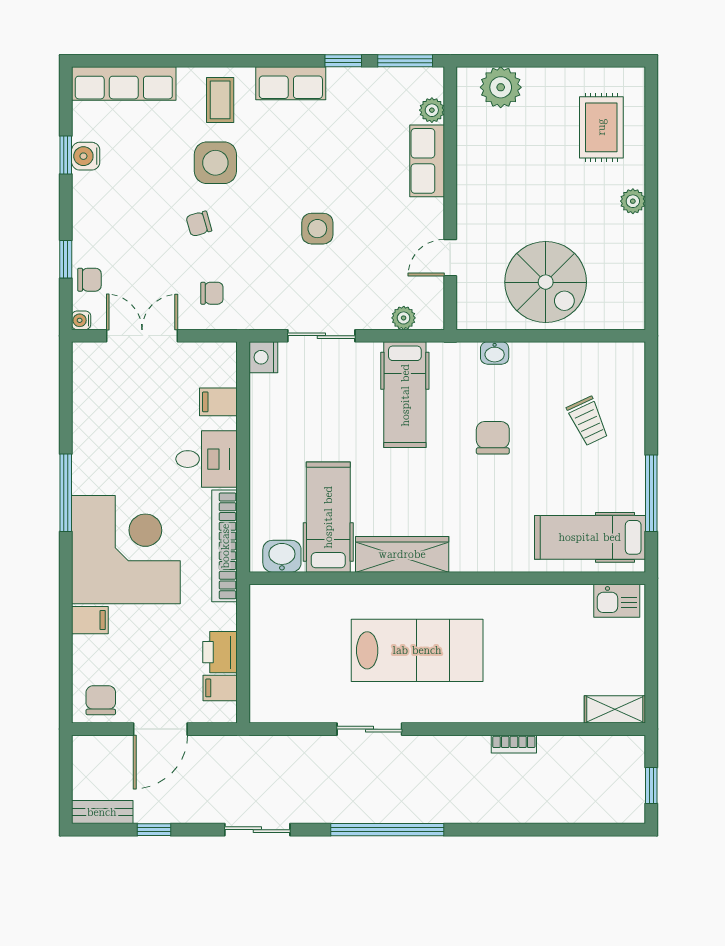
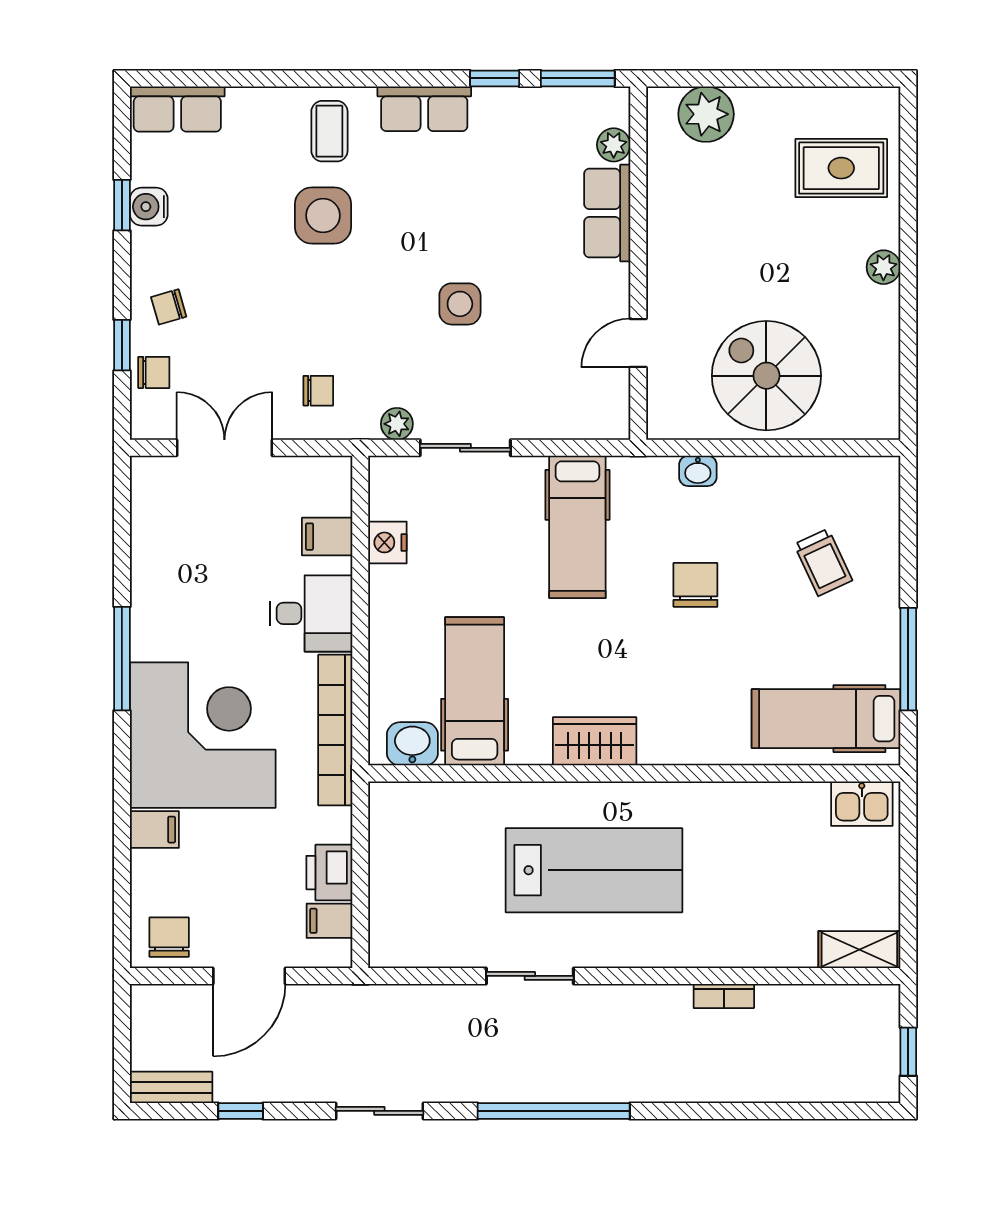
row of seats: (124, 83) -> (177, 109), width x0.68
rug: (601, 127) -> (841, 168), turned 90
chair: (199, 224) -> (169, 307), moved
spiral stairs: (546, 282) -> (766, 376), turned 180
plant: (404, 318) -> (397, 424), moved
water cooler: (81, 320) -> (143, 427), removed
nightstand: (263, 357) -> (387, 542), moved
wardrobe: (402, 554) -> (595, 741), width x0.67

